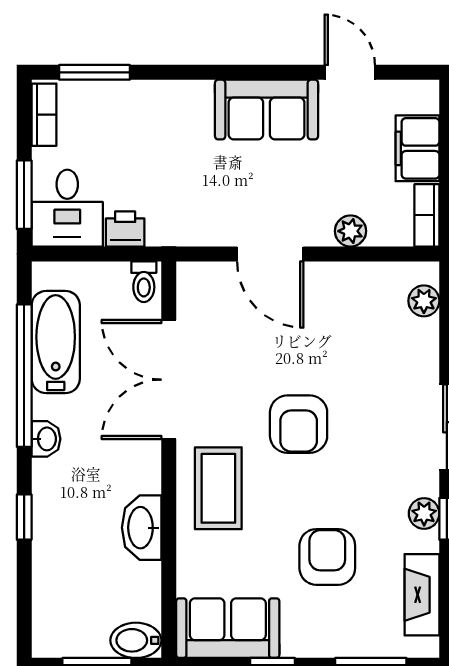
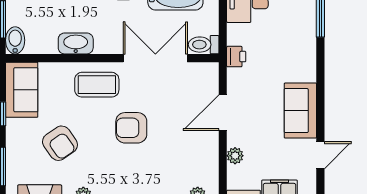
printer: (125, 229) -> (236, 57), moved
toilet: (144, 282) -> (204, 45), width x1.37, depth x1.39
armchair: (327, 557) -> (60, 143), turned 55

